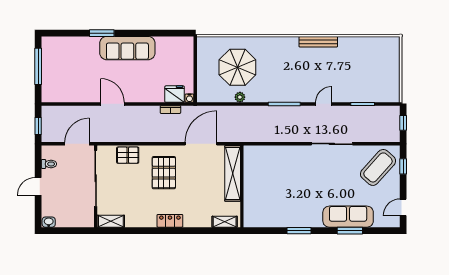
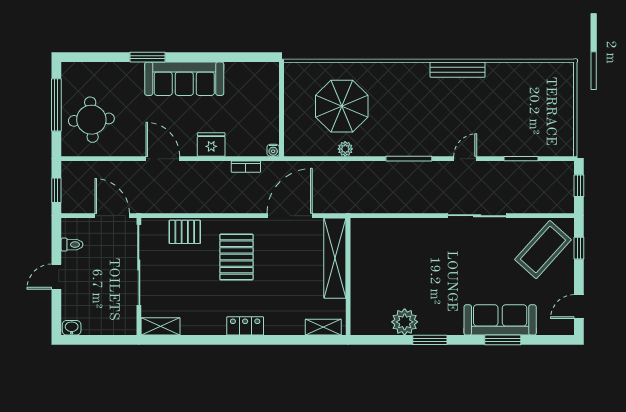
round table: (63, 77) -> (91, 120), added
fridge: (175, 94) -> (211, 144), moved
door: (77, 144) -> (112, 216), hinge flipped
plant: (281, 218) -> (405, 322), added

